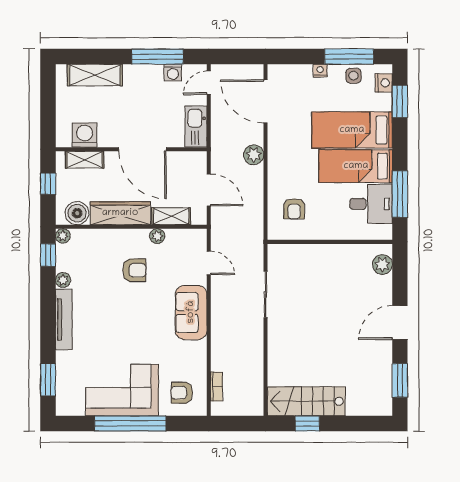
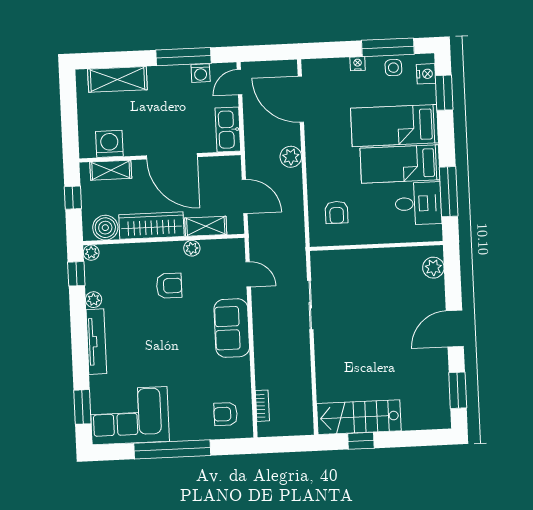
corner sofa: (122, 390) -> (130, 416), moved

